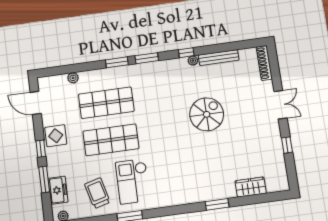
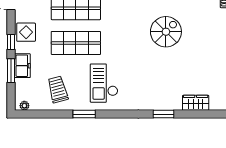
checkout: (133, 181) -> (104, 83), moved
freezer: (58, 190) -> (22, 66), moved

